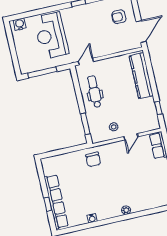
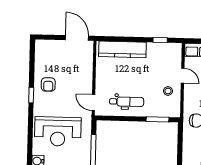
armchair: (119, 17) -> (48, 84), moved
dental chair: (94, 92) -> (127, 102), turned 180

